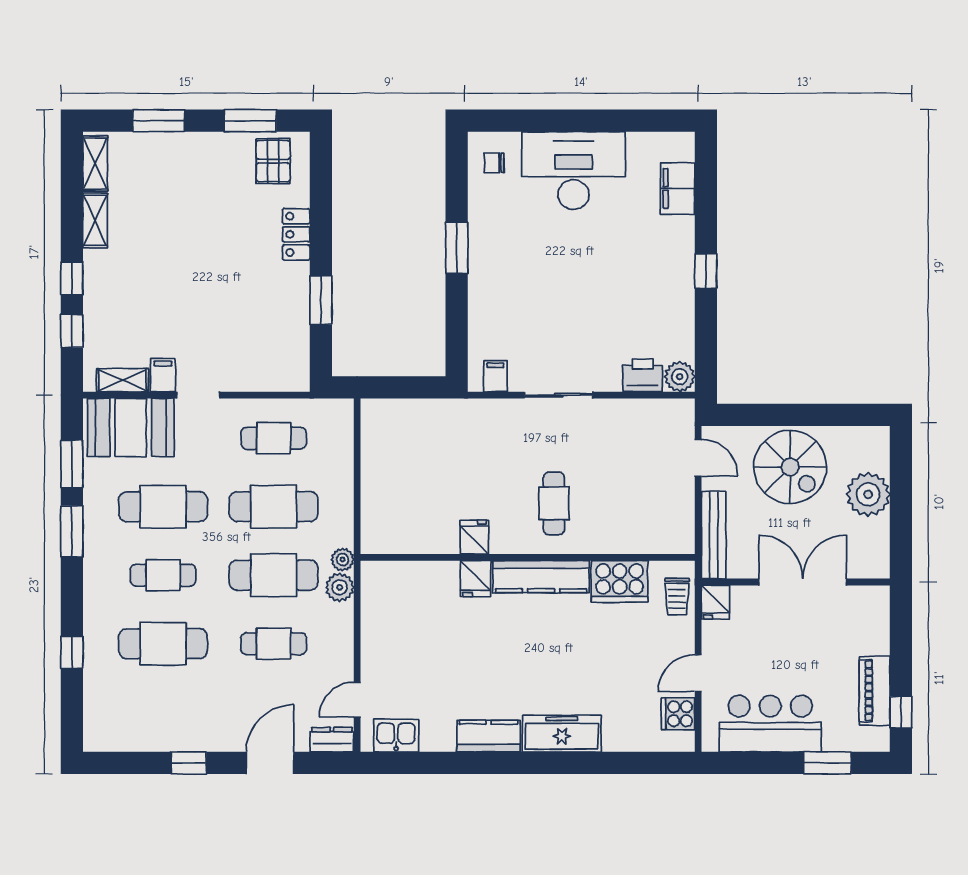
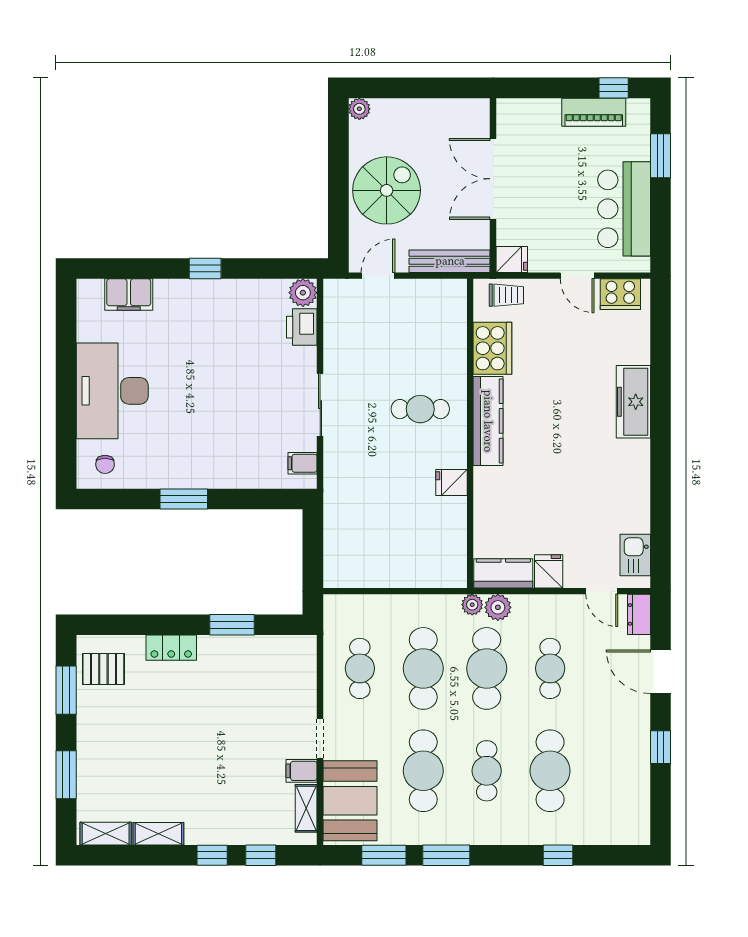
plant: (868, 494) -> (359, 109), moved, width x0.53, depth x0.53
fridge: (476, 579) -> (549, 571), moved, turned -90
cooker: (678, 714) -> (620, 294), width x1.36
kitchen counter: (489, 736) -> (503, 573), moved, turned 90

